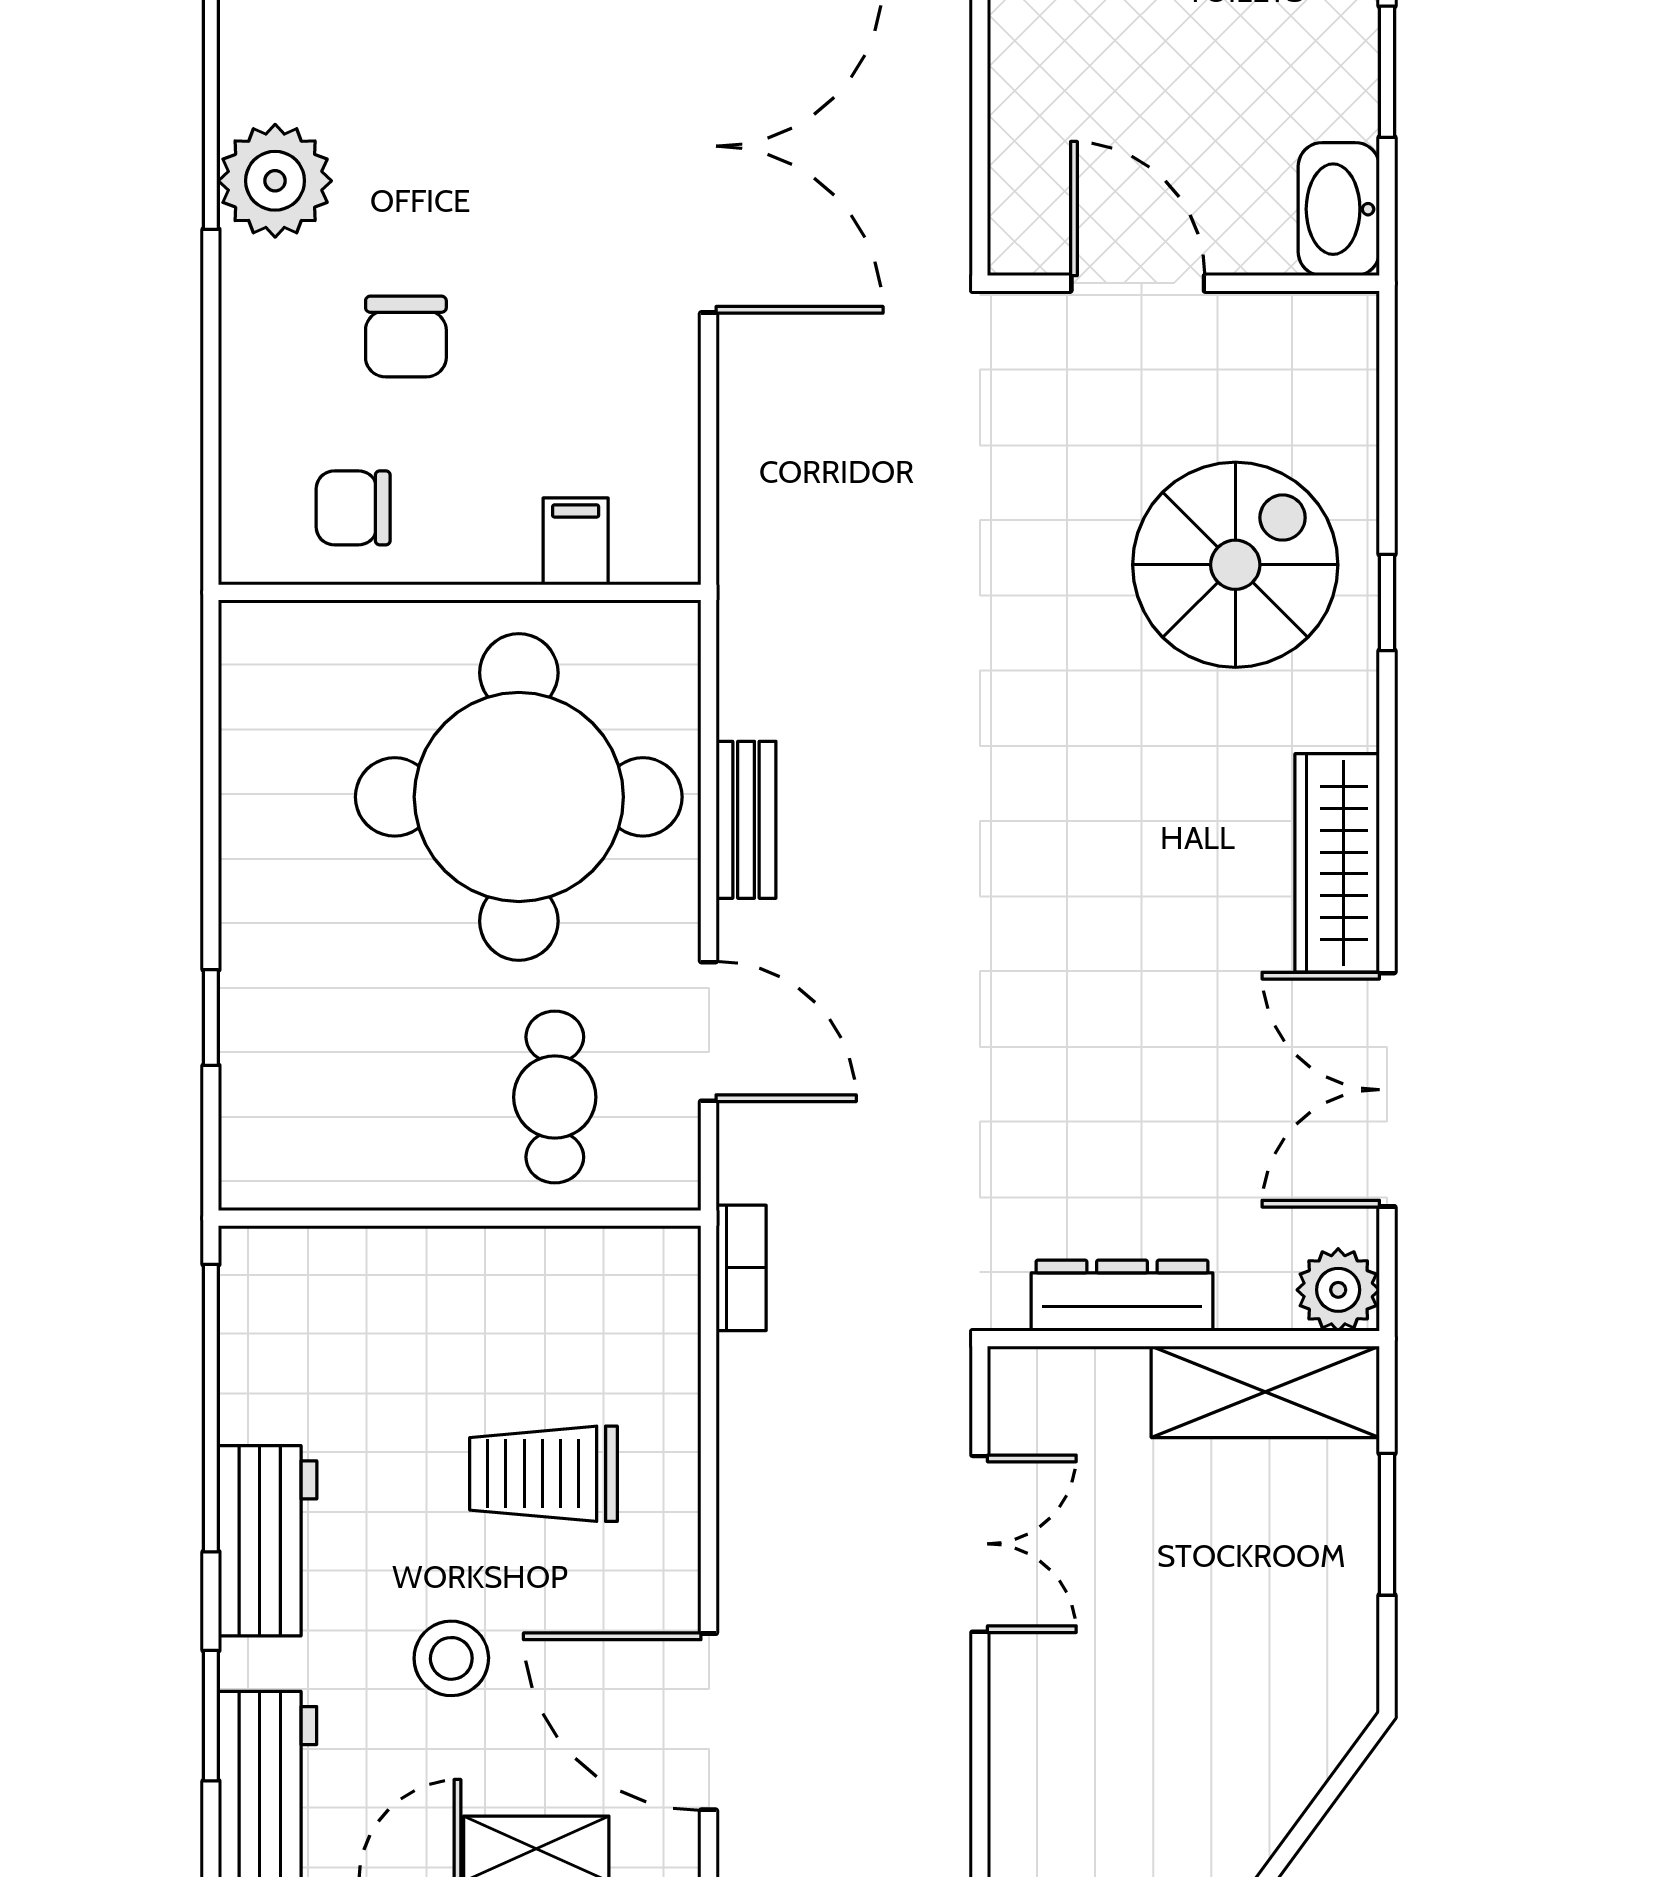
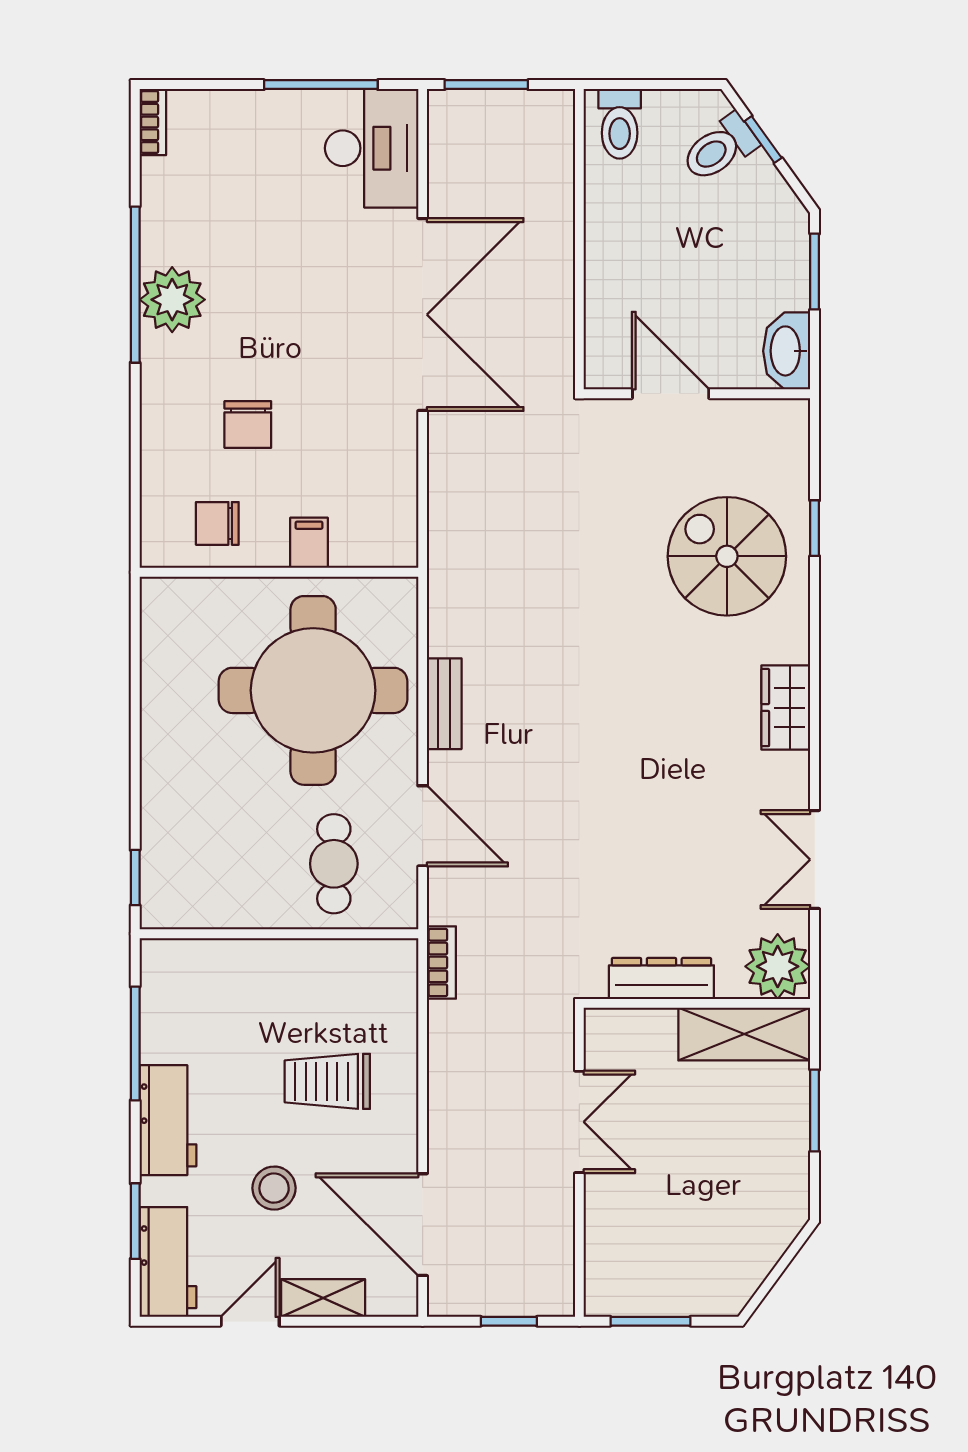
plant: (275, 181) -> (172, 300), moved
filing cabinet: (576, 541) -> (309, 543), moved
spiral stairs: (1235, 565) -> (727, 556), turned -90
window: (1387, 603) -> (815, 528), moved
wardrobe: (1337, 863) -> (786, 708), width x0.67
window: (211, 1018) -> (135, 878), moved
double door: (1387, 1090) -> (815, 860), width x0.73
plant: (1338, 1290) -> (778, 966), width x1.36, depth x1.36
window: (211, 1408) -> (135, 1043), width x0.68

